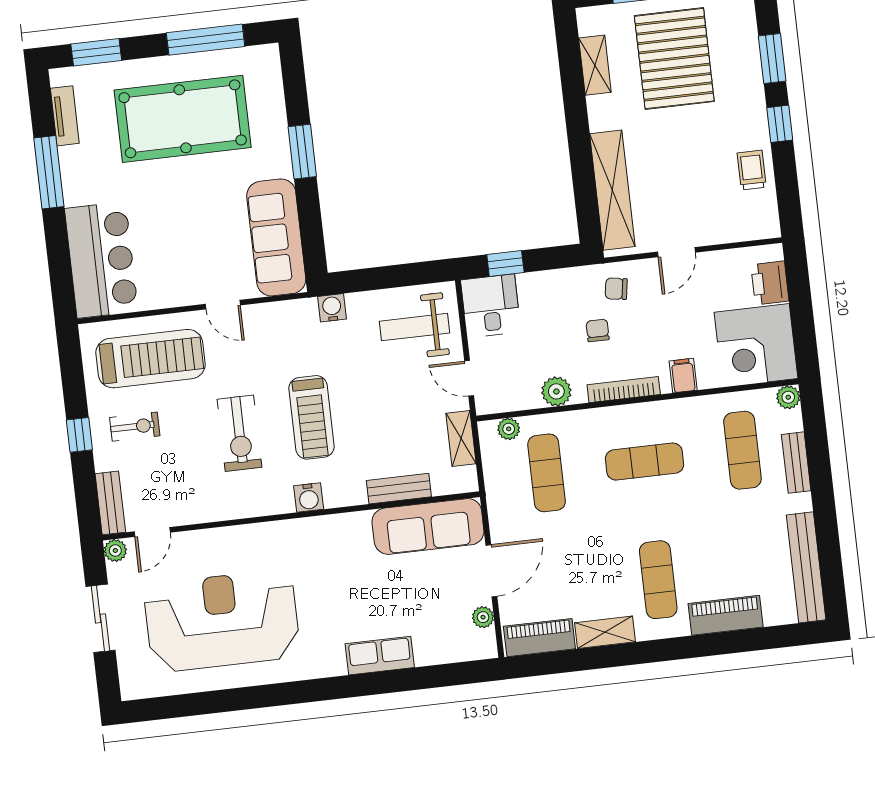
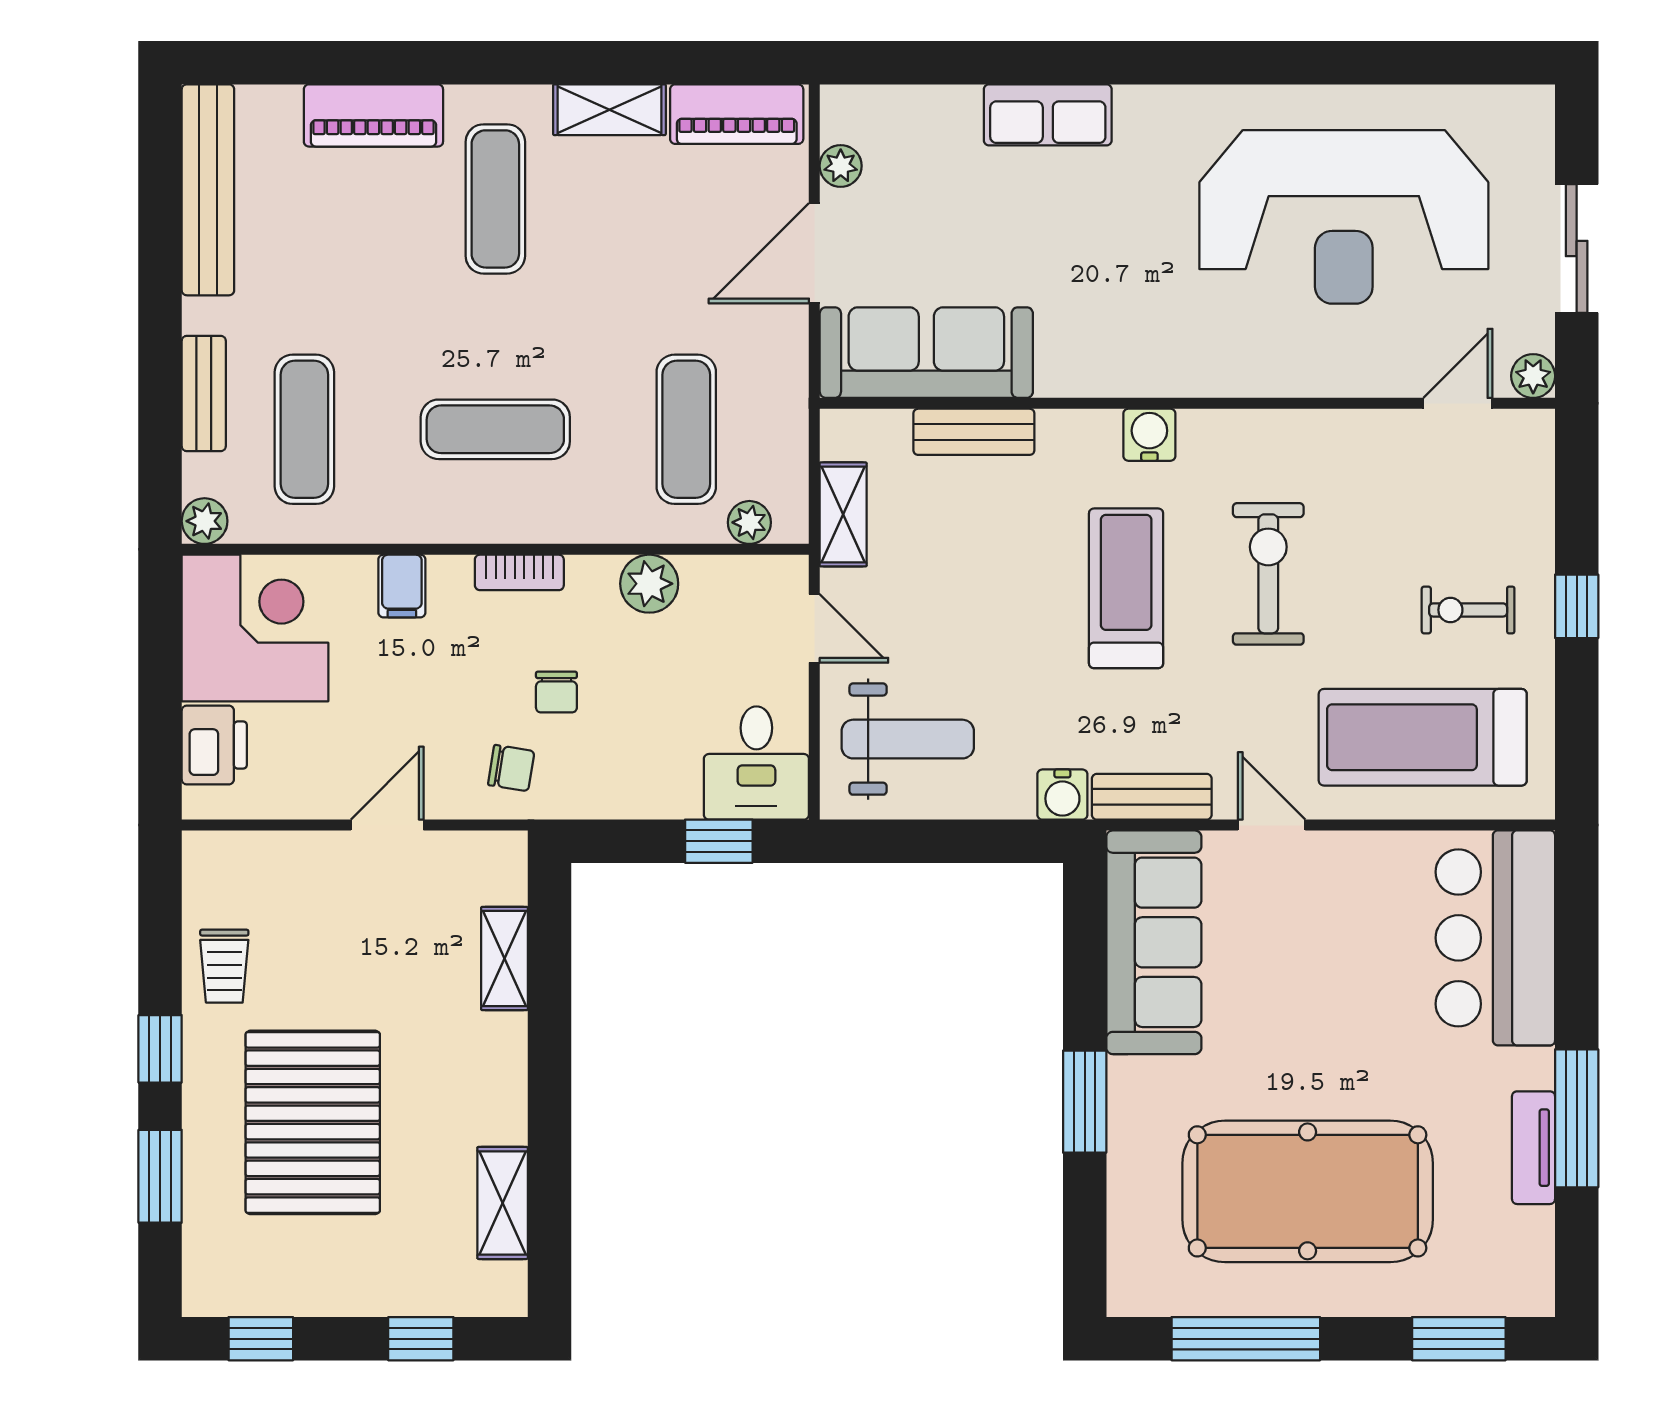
pallet: (674, 59) -> (313, 1122), moved
tv unit: (65, 116) -> (1534, 1148), moved
shelving: (612, 190) -> (504, 959), width x0.45, depth x0.75
bookcase: (624, 390) -> (519, 572), width x0.64
bench: (110, 503) -> (1152, 797), moved, turned 90

